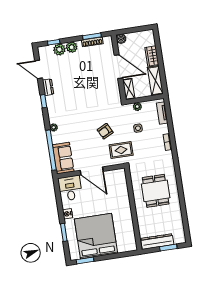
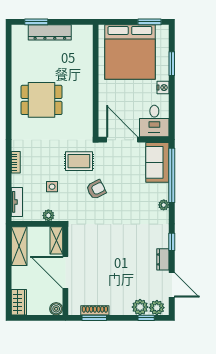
plant: (72, 47) -> (157, 308), moved
wardrobe: (152, 56) -> (19, 302), moved
dining table: (156, 191) -> (42, 100), turned 90
wall: (133, 209) -> (96, 81), moved

